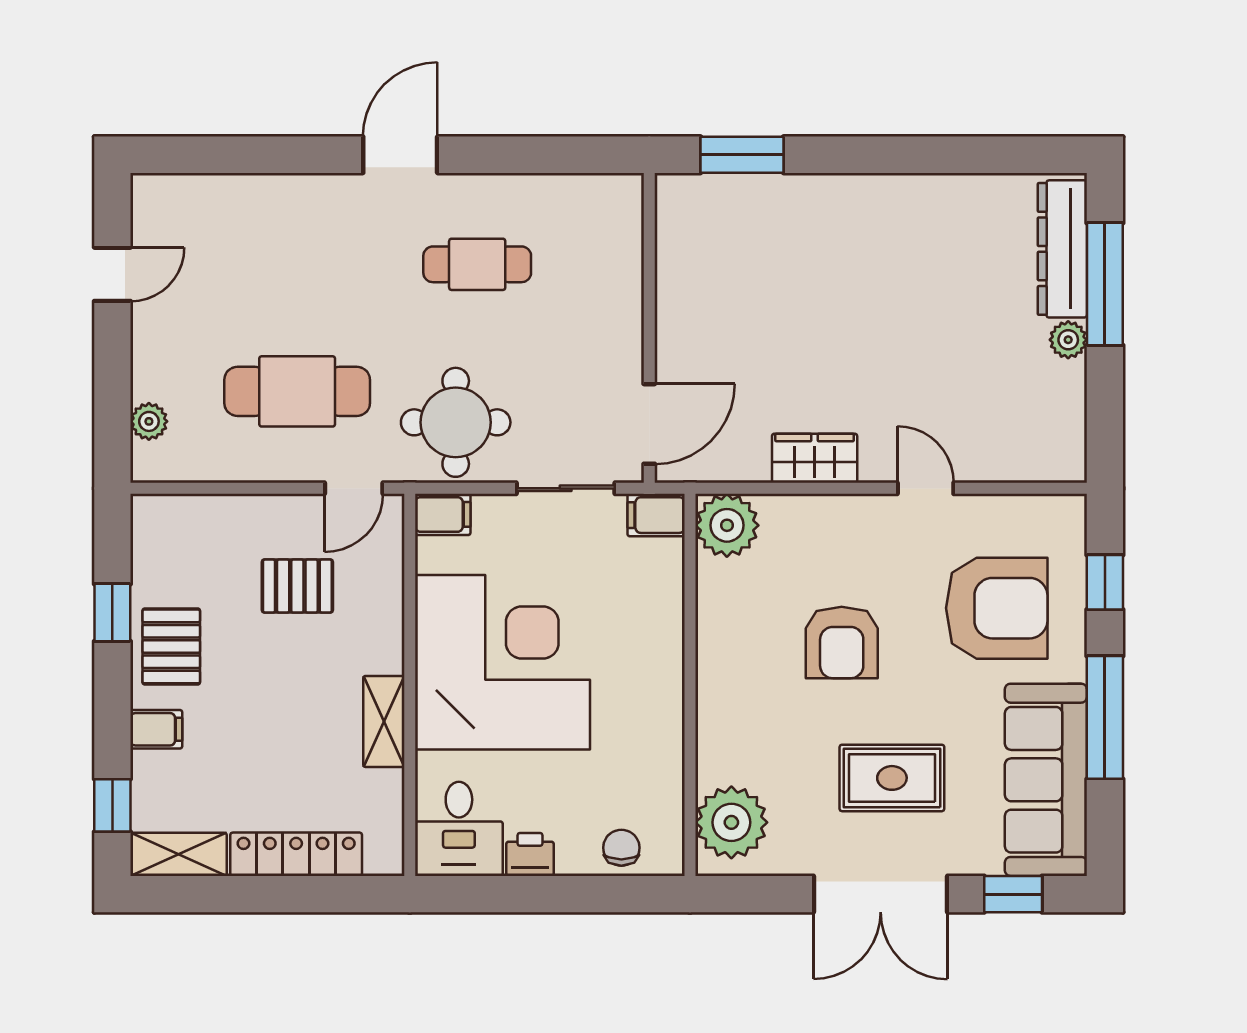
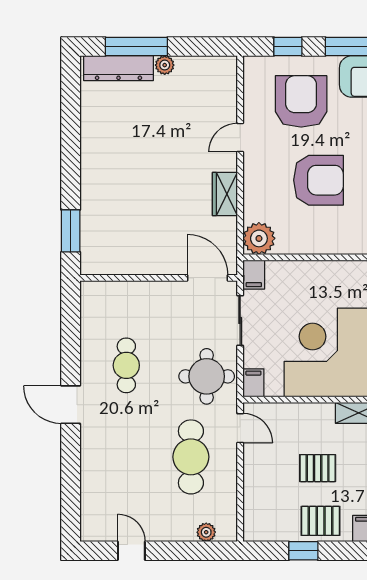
pallet: (297, 586) -> (318, 468), moved, turned 90
armchair: (842, 643) -> (319, 180), width x1.36, depth x1.36

